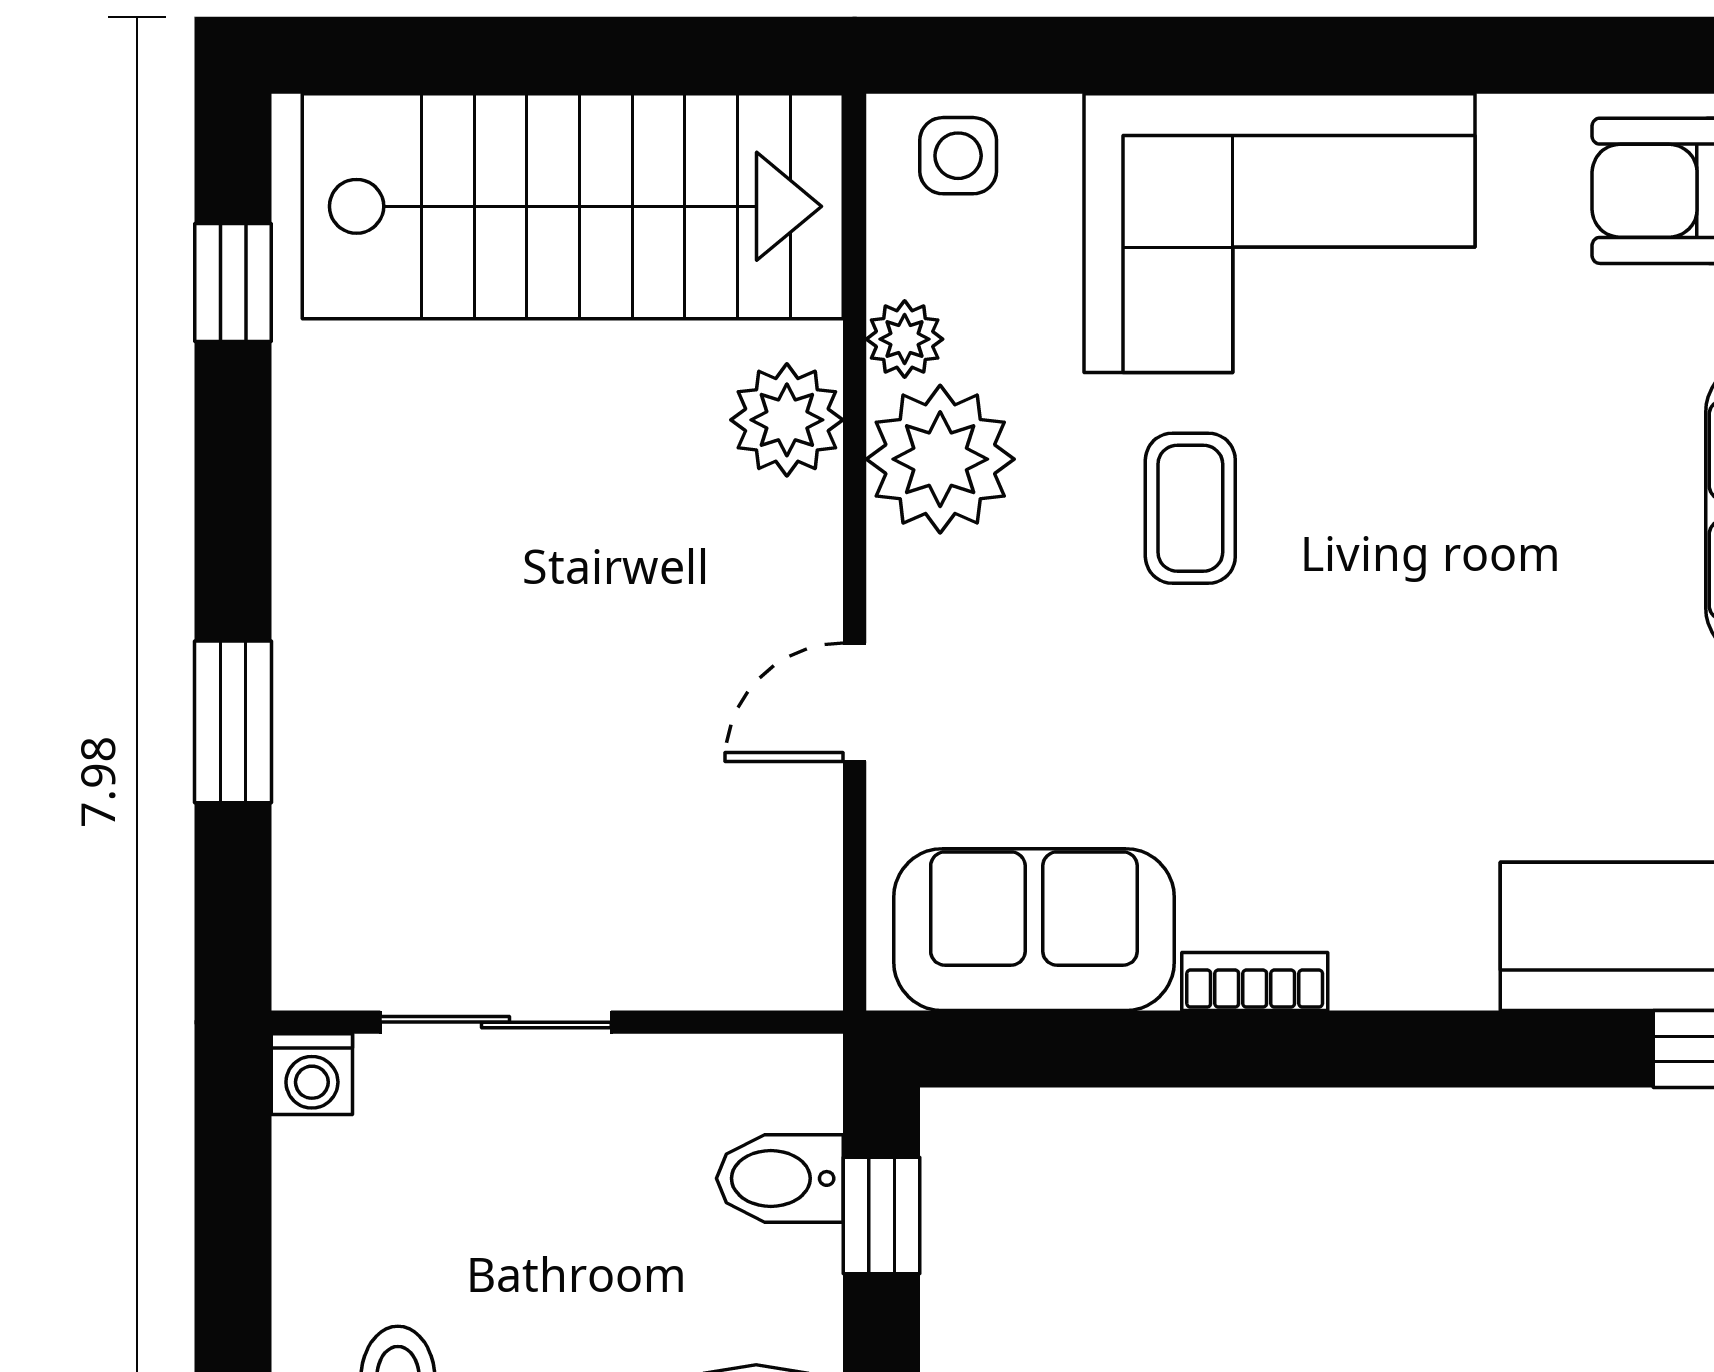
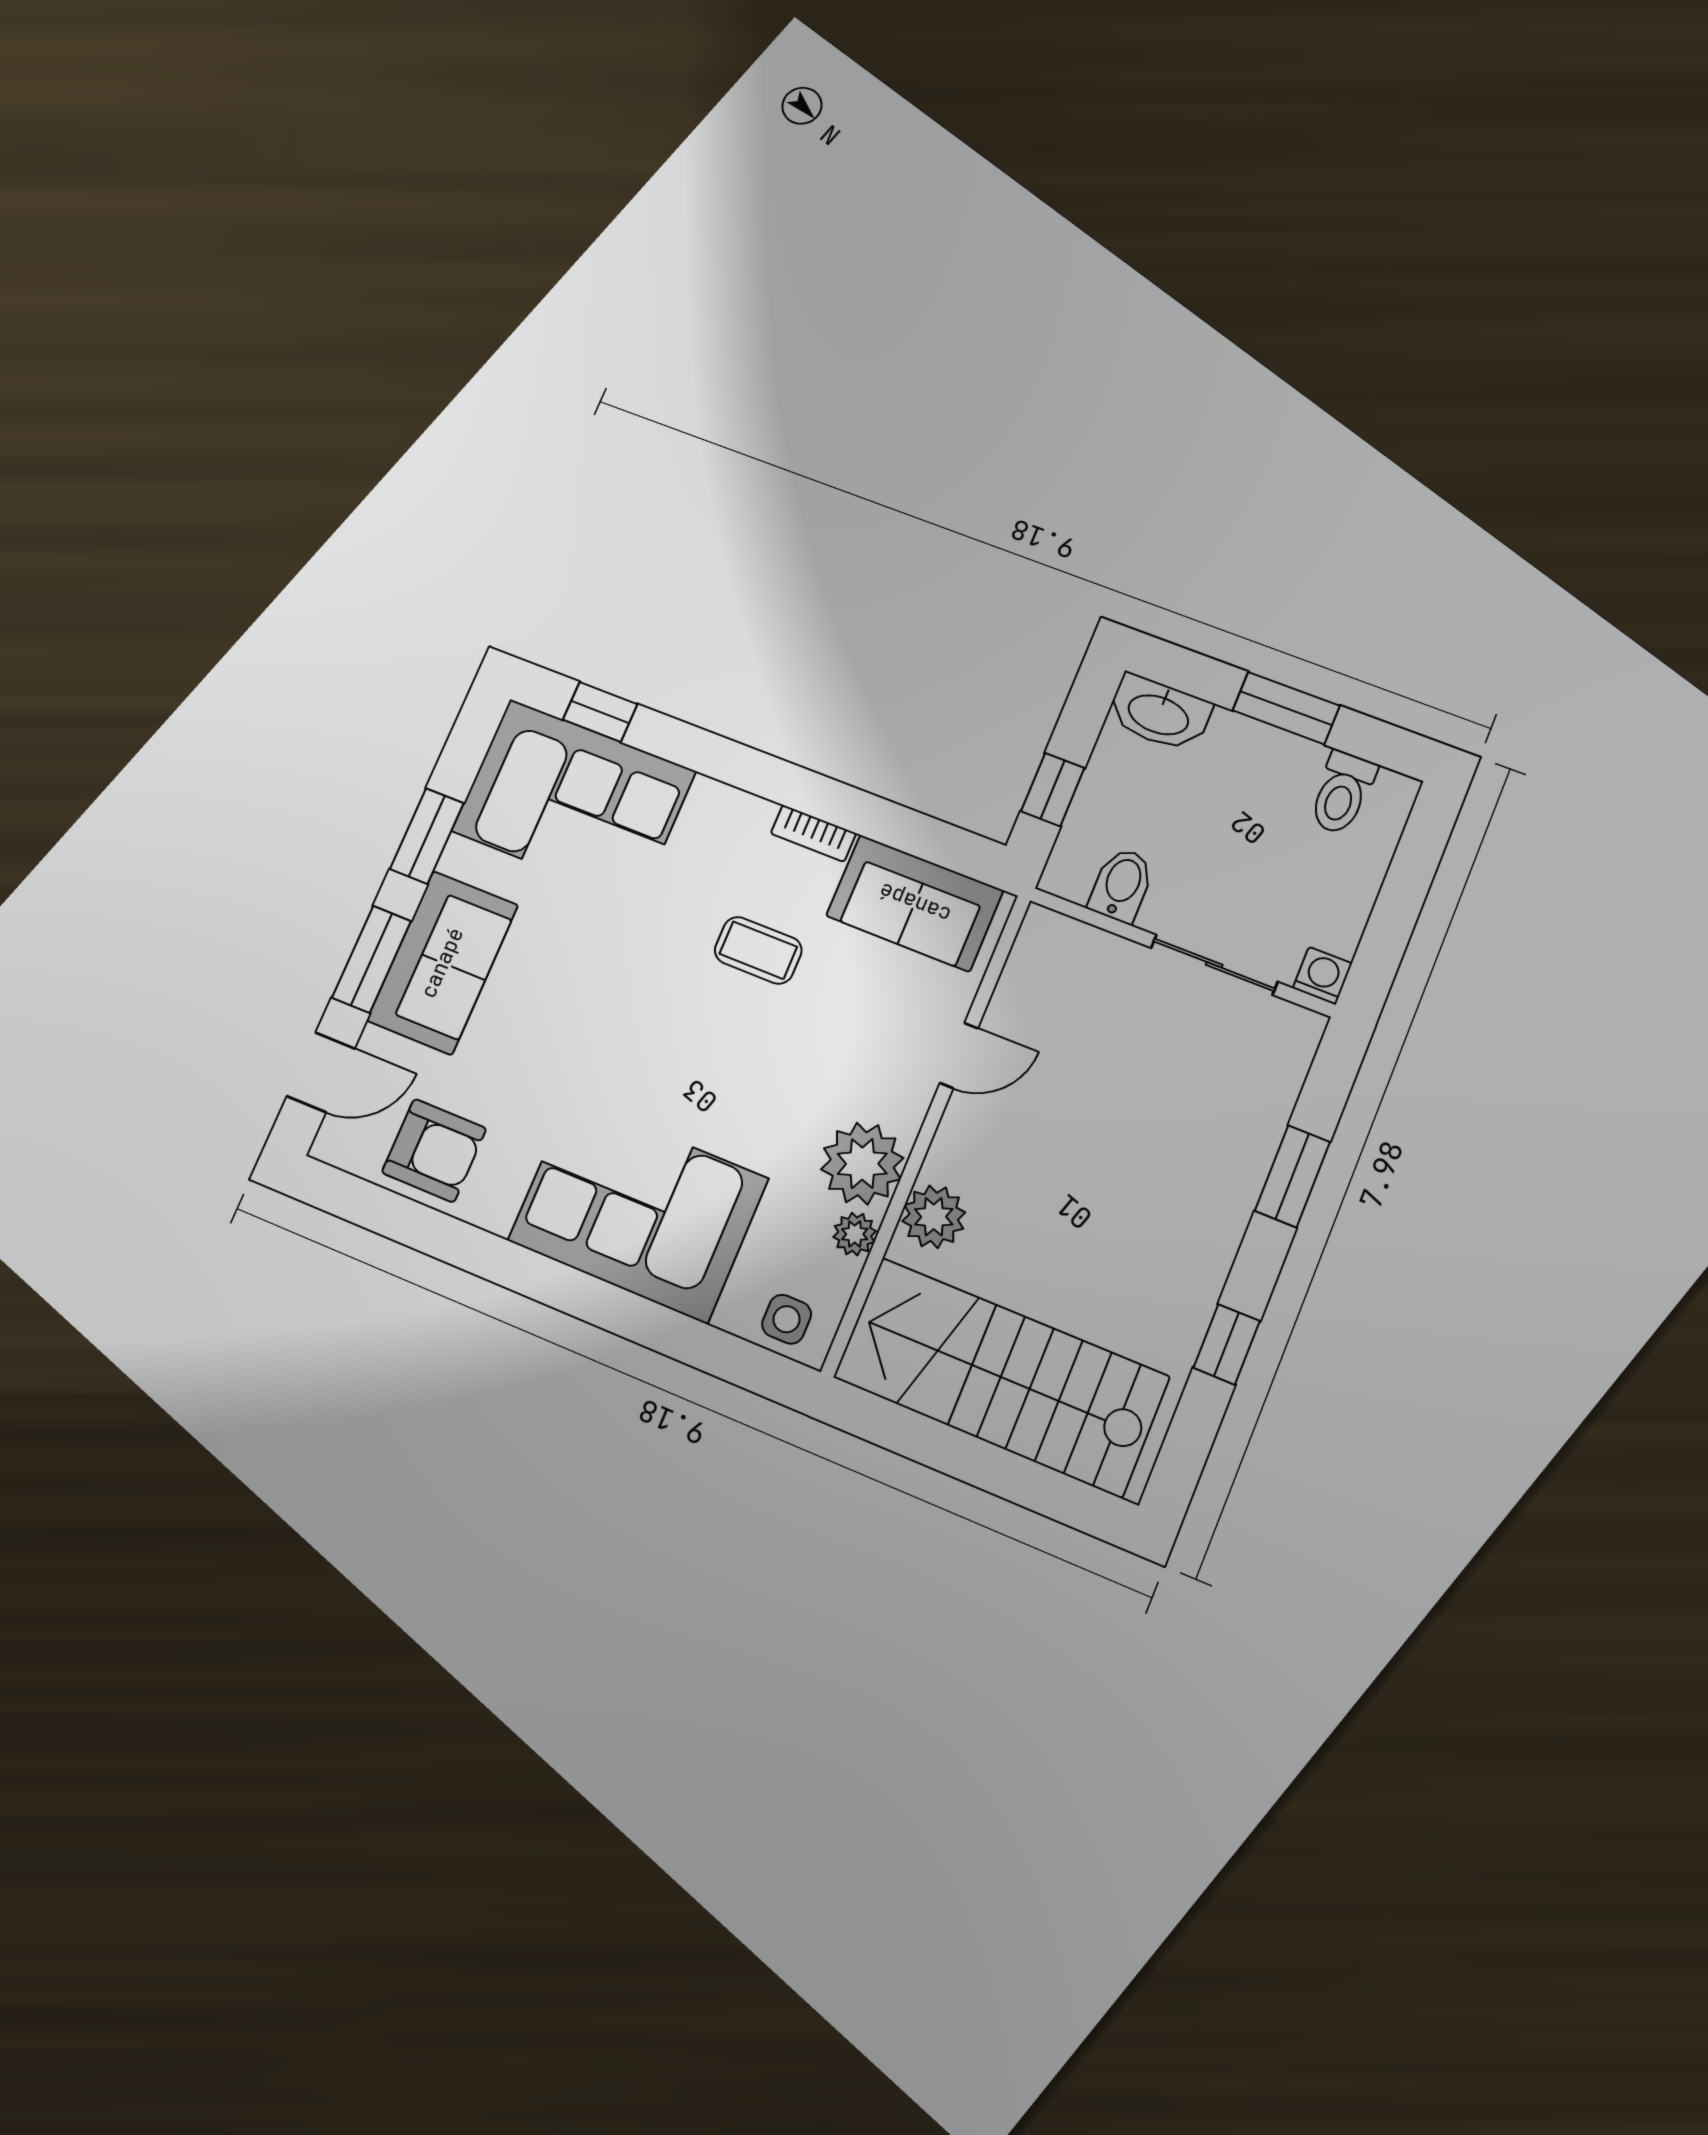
window: (233, 283) -> (1227, 1344), moved
coffee table: (1190, 508) -> (758, 950), moved, turned 90
bidet: (780, 1178) -> (1122, 885), moved, turned -90

